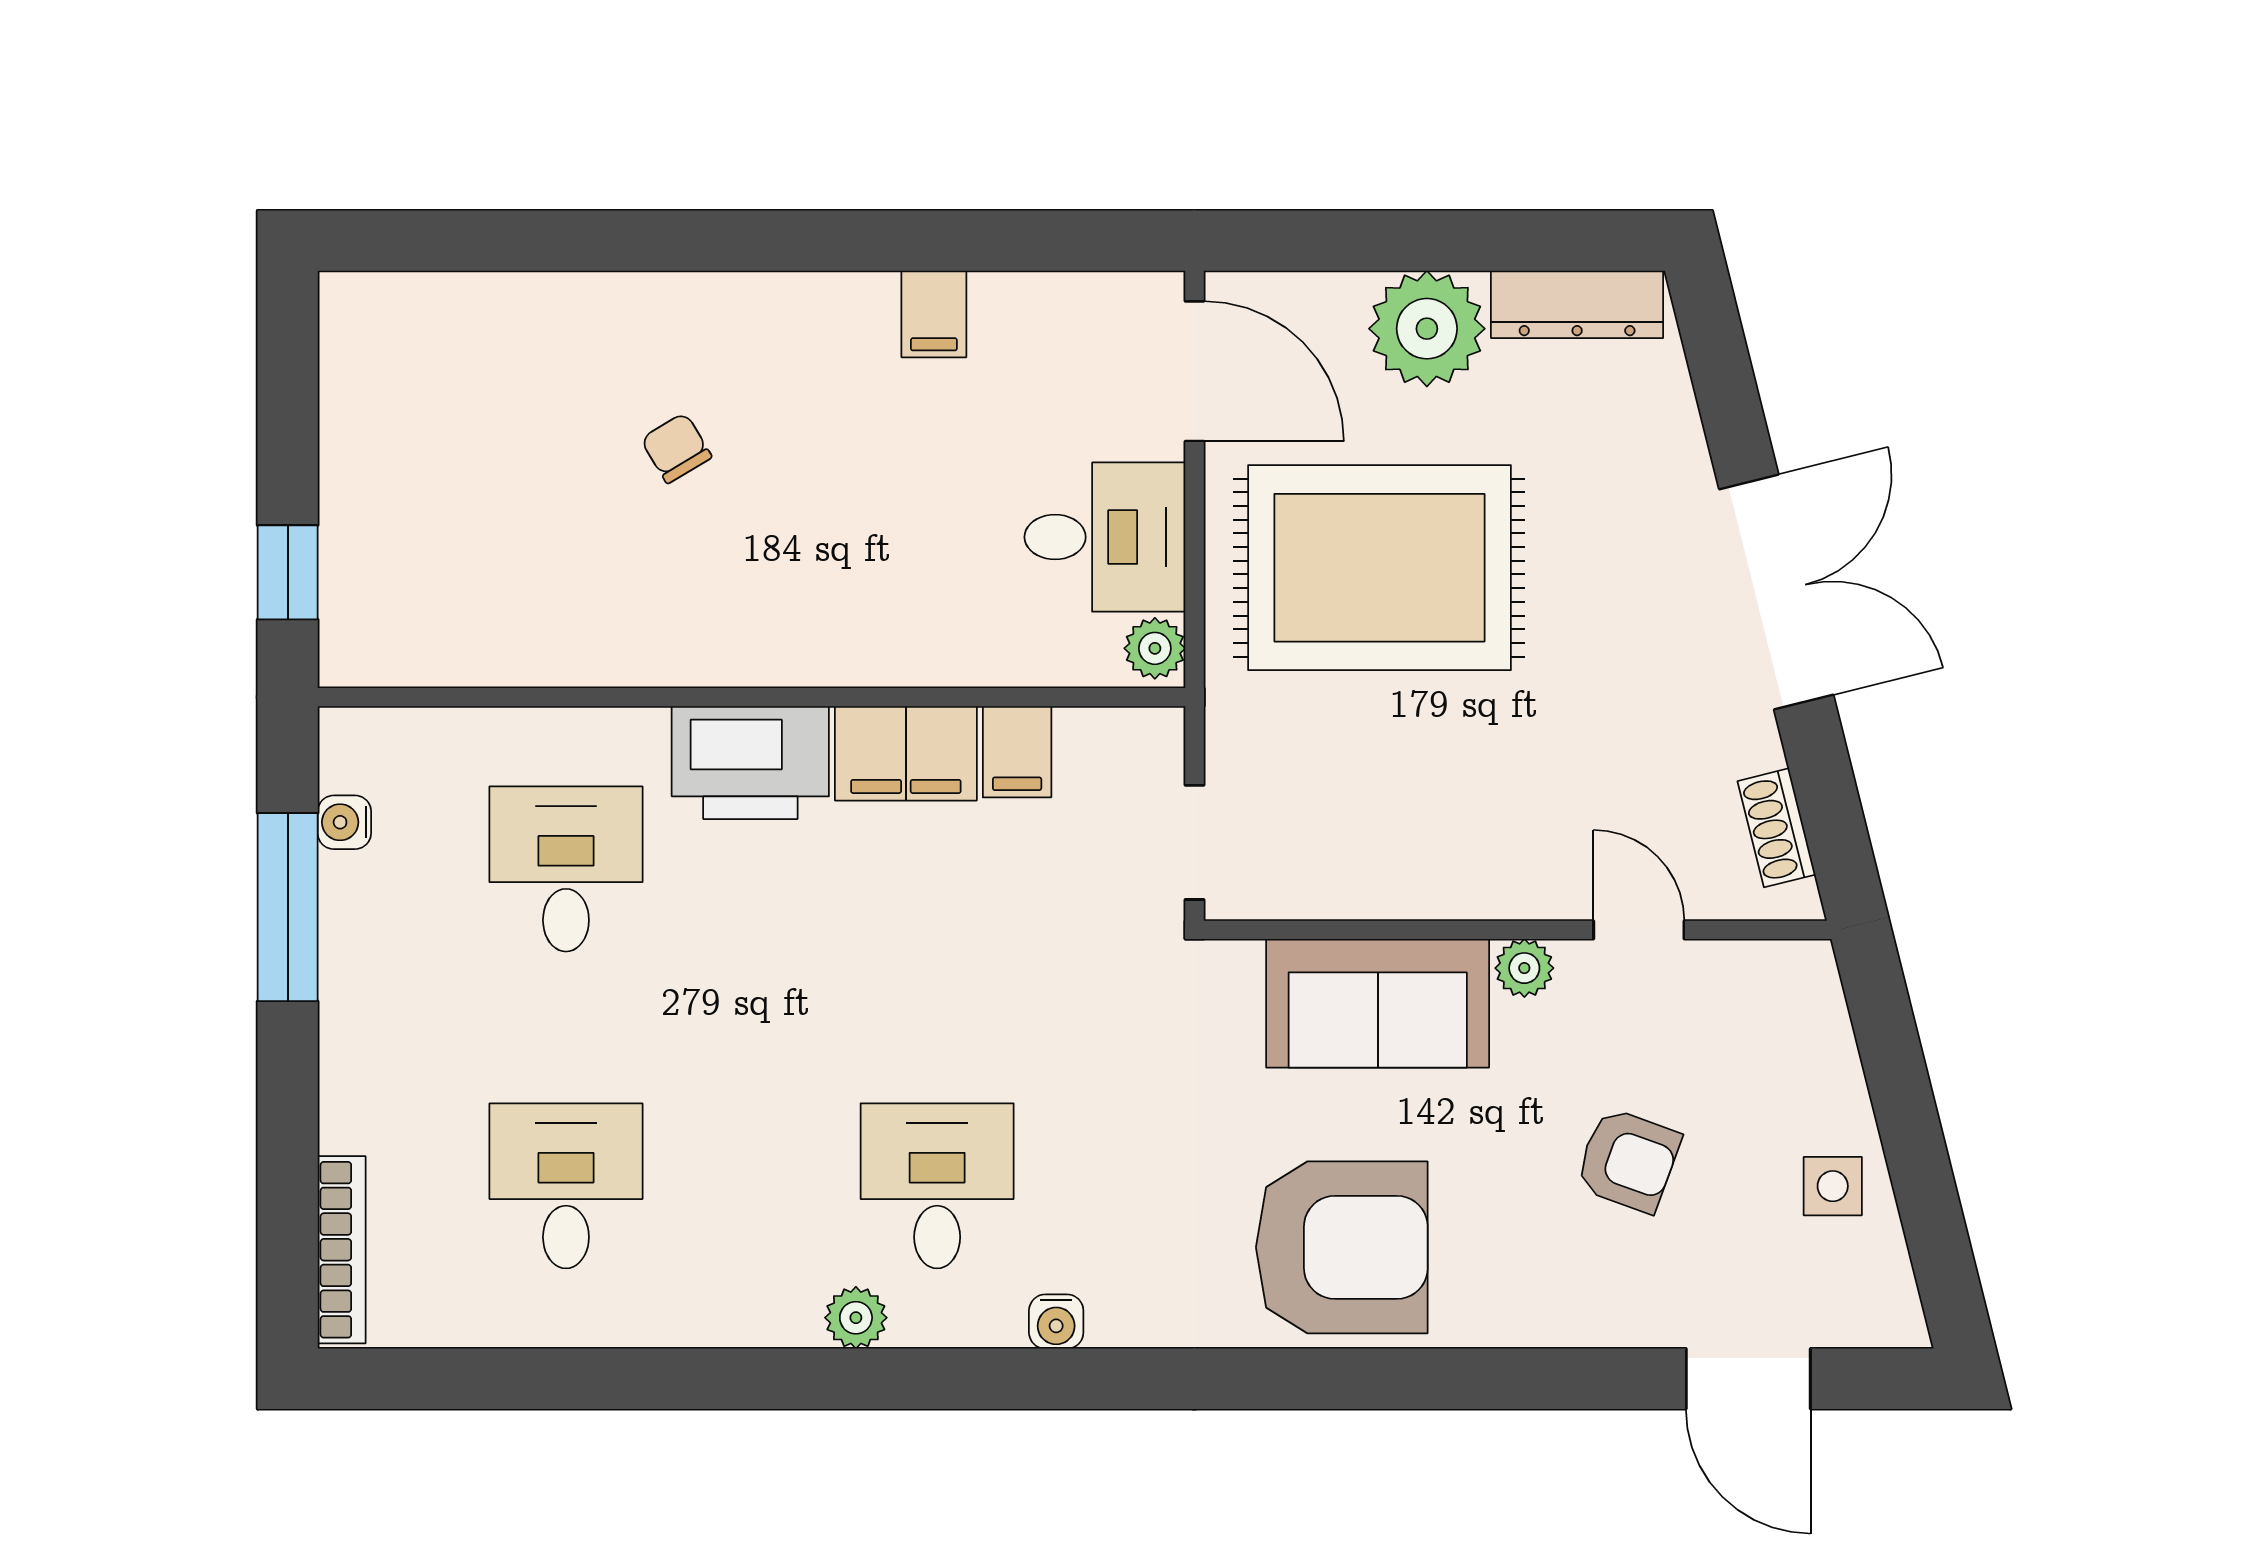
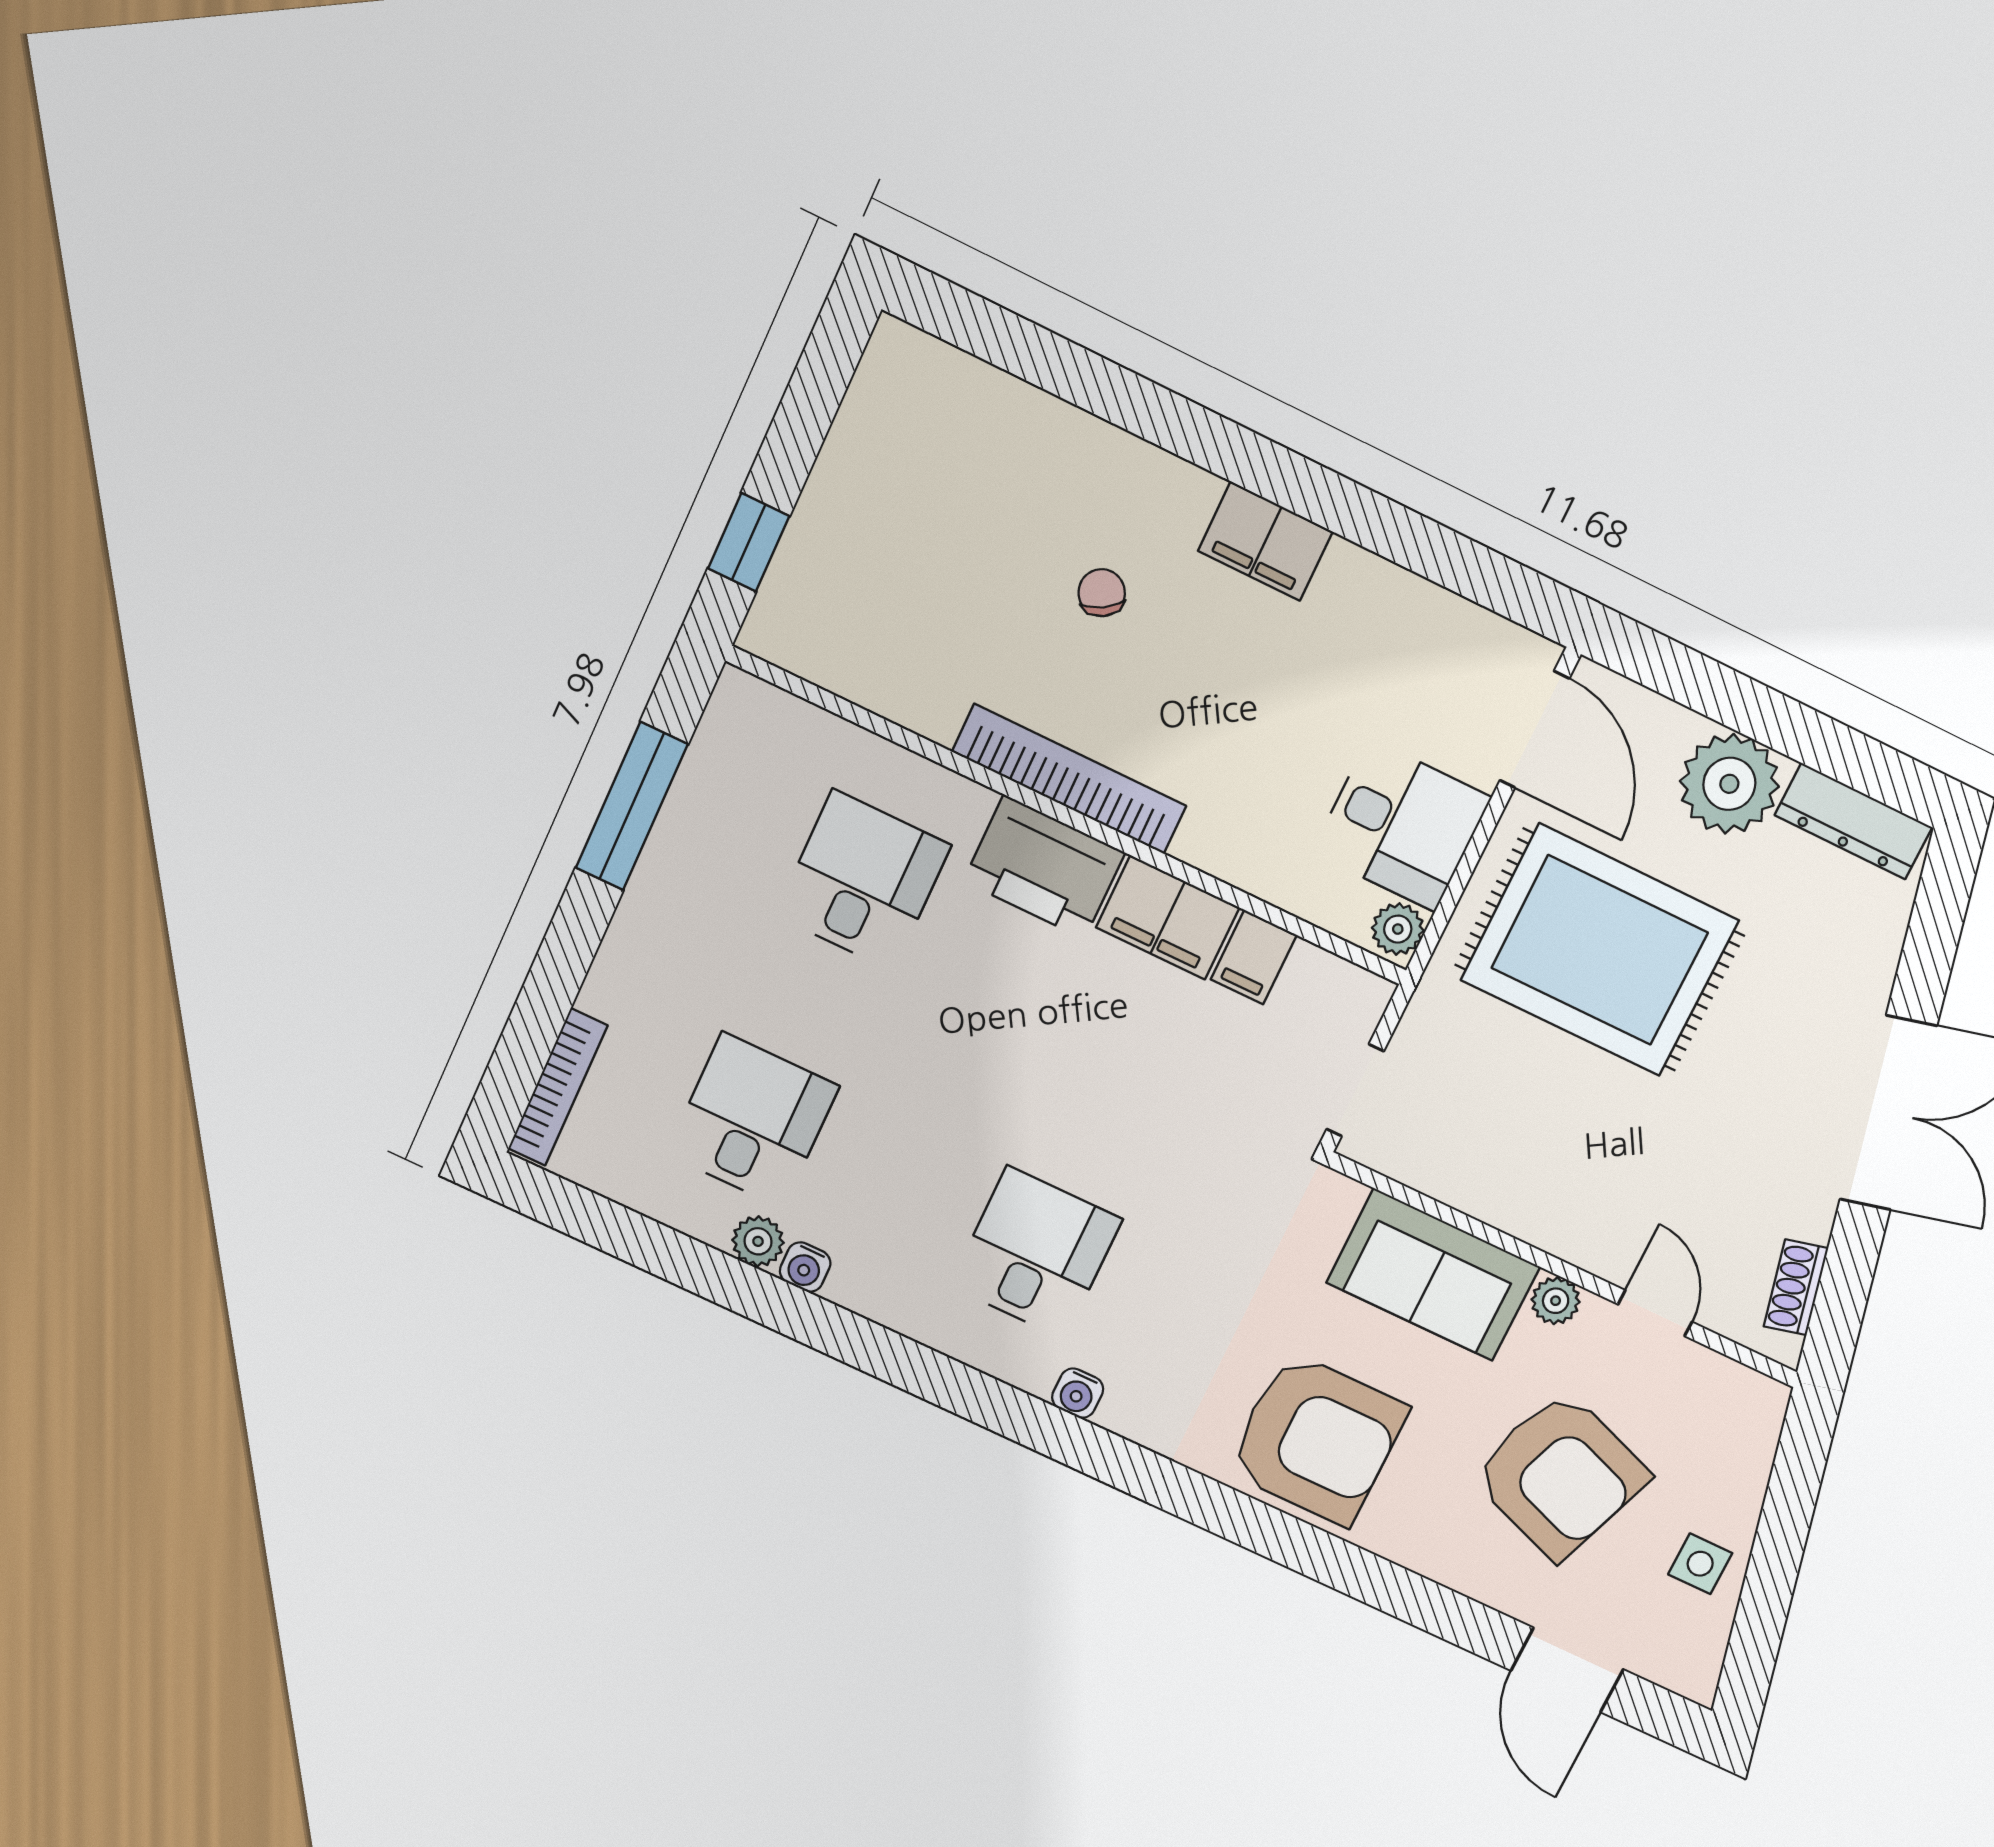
filing cabinet: (934, 314) -> (1265, 541), moved, width x2.00
bookcase: (733, 657) -> (1069, 779), added
water cooler: (344, 822) -> (805, 1267), moved, turned -90
armchair: (1628, 1160) -> (1560, 1475), width x1.88, depth x1.88
plant: (856, 1318) -> (758, 1241), moved

